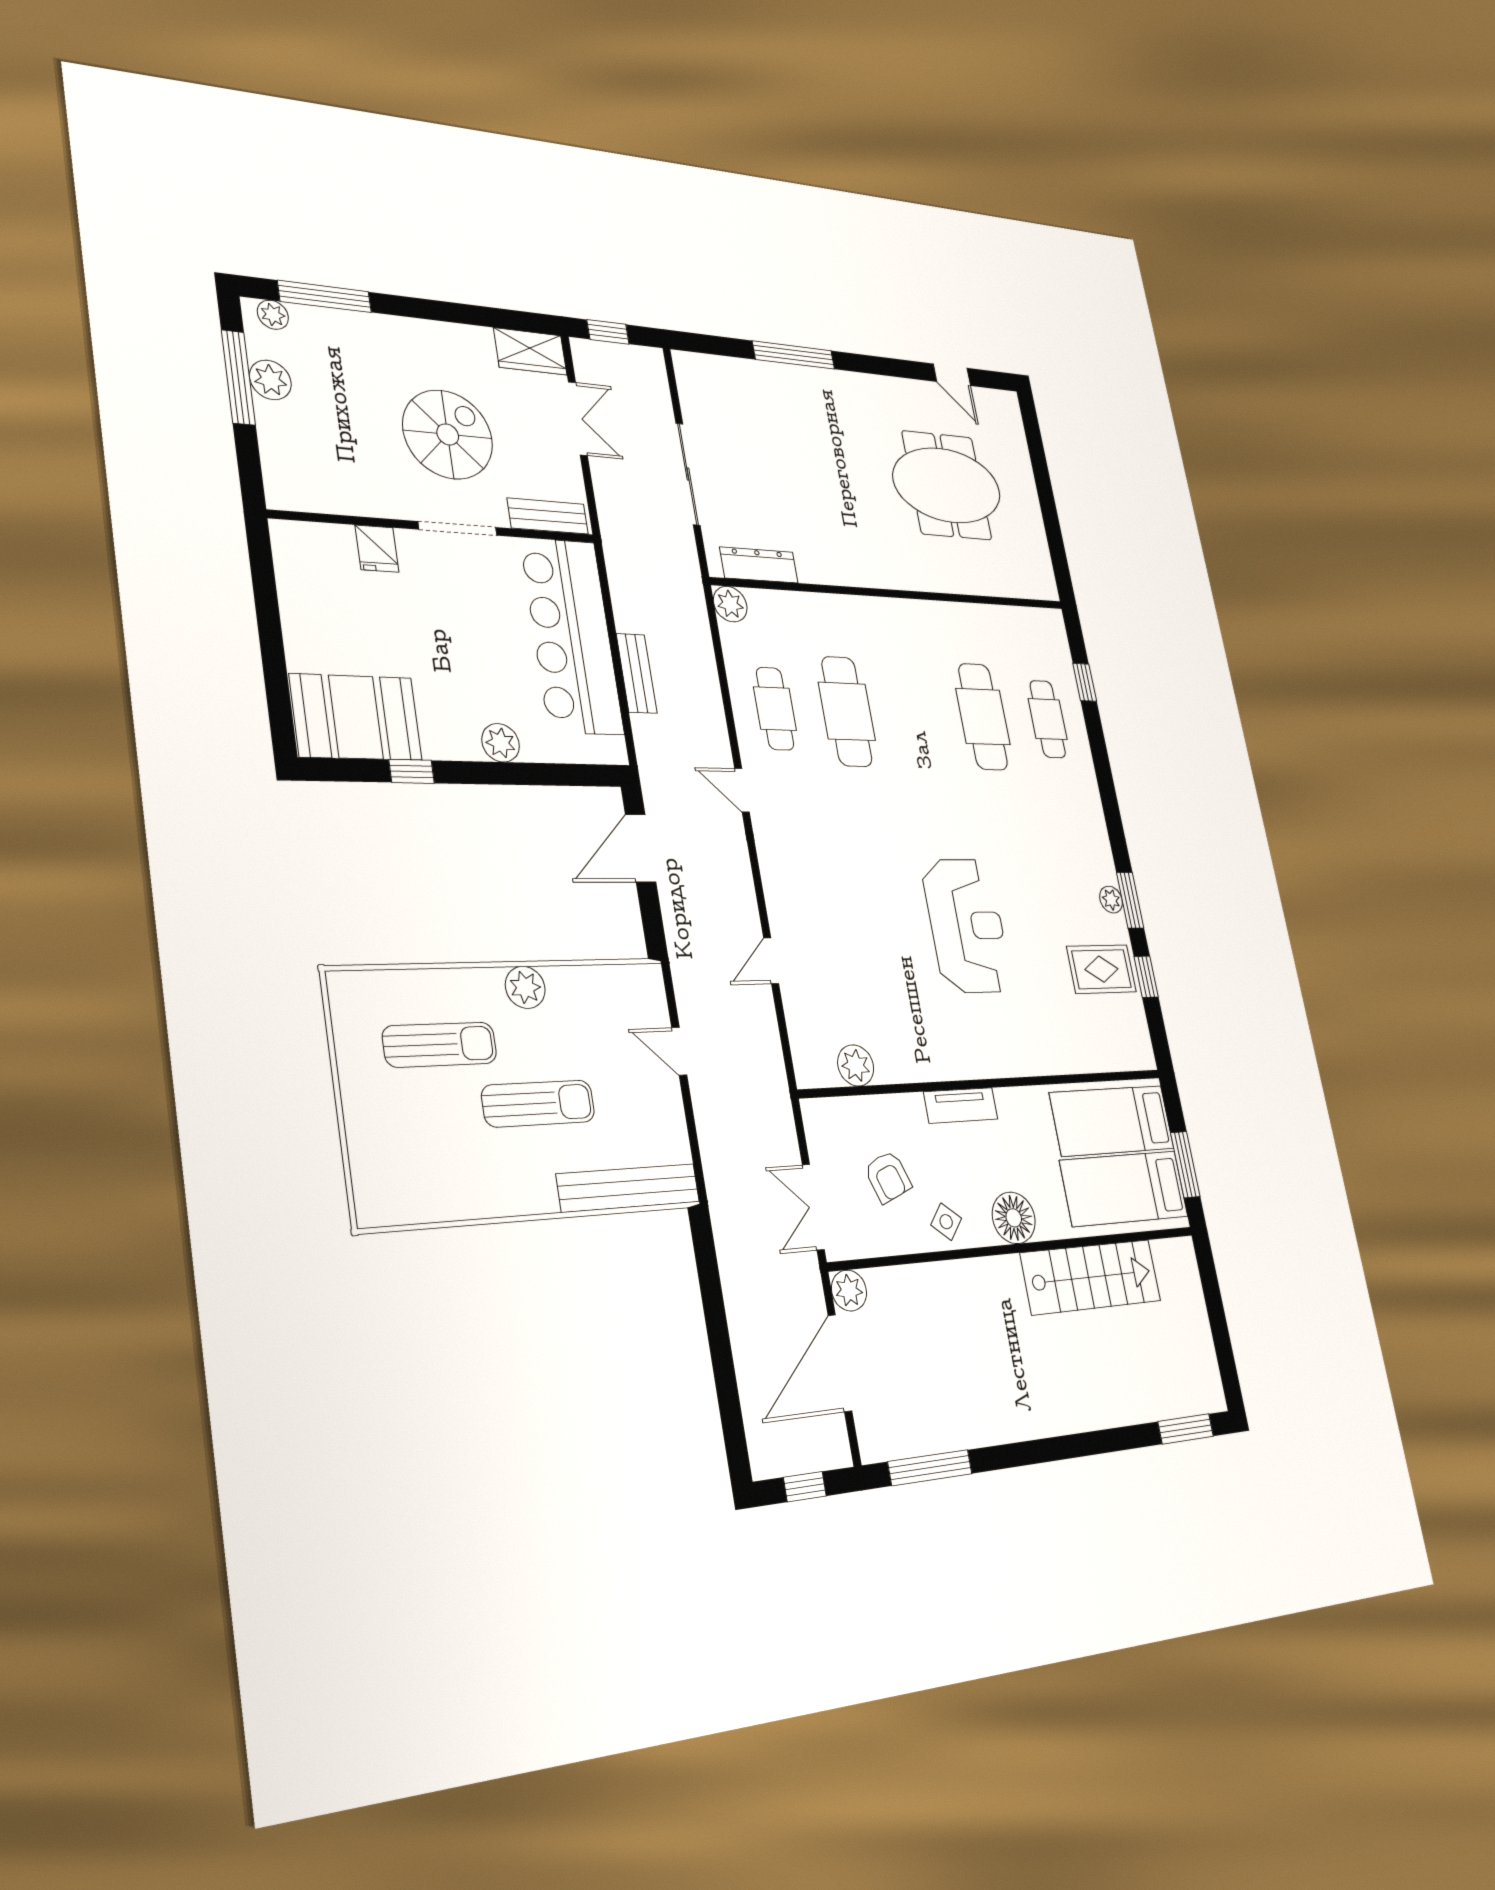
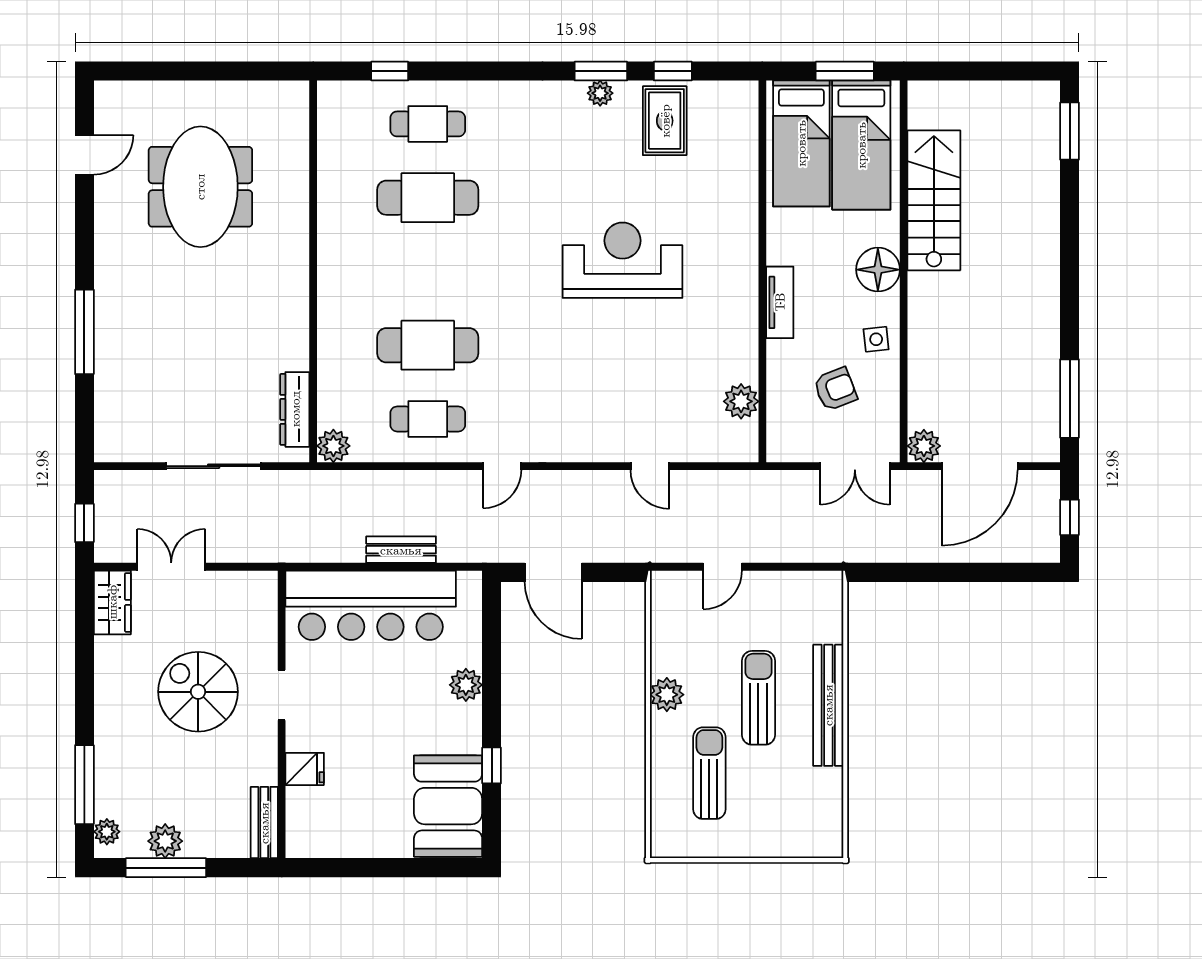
bench: (548, 516) -> (264, 823), moved
doorway: (458, 528) -> (282, 695), width x0.73
bench: (628, 1188) -> (828, 705), moved
side table: (946, 1222) -> (876, 339), turned 45
door: (840, 1363) -> (980, 466), hinge flipped

